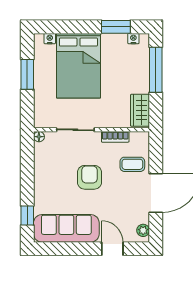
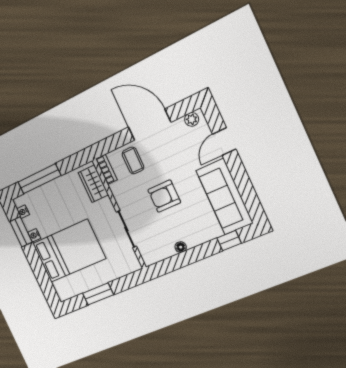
nightstand: (50, 39) -> (34, 235), moved
wardrobe: (140, 110) -> (93, 184), moved, turned 90
floor lamp: (39, 137) -> (181, 247), moved
bookcase: (115, 137) -> (106, 169), moved

